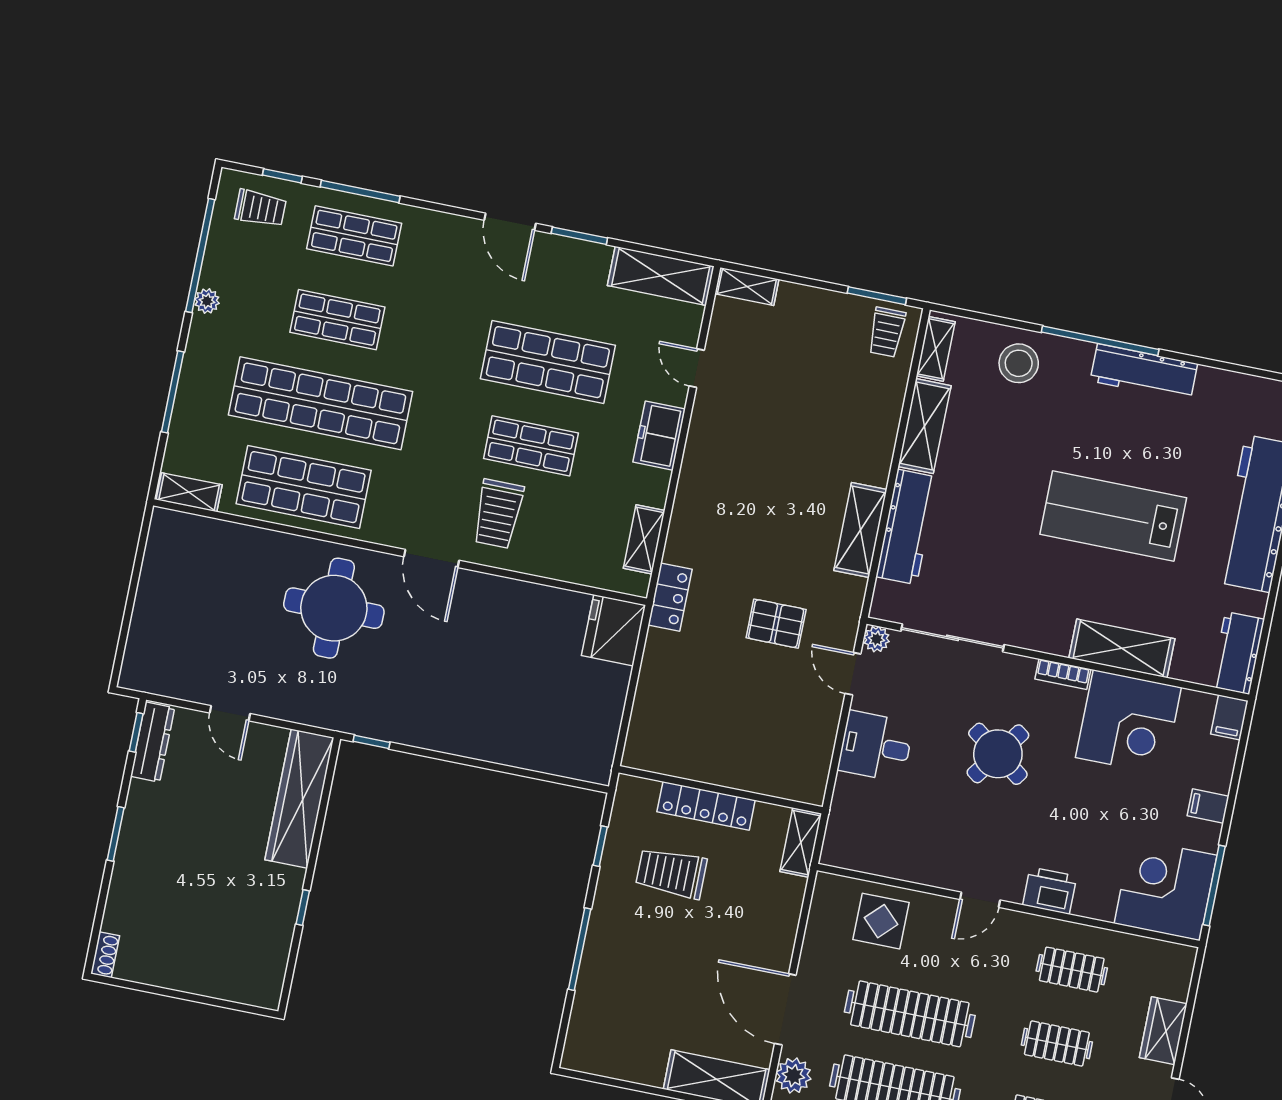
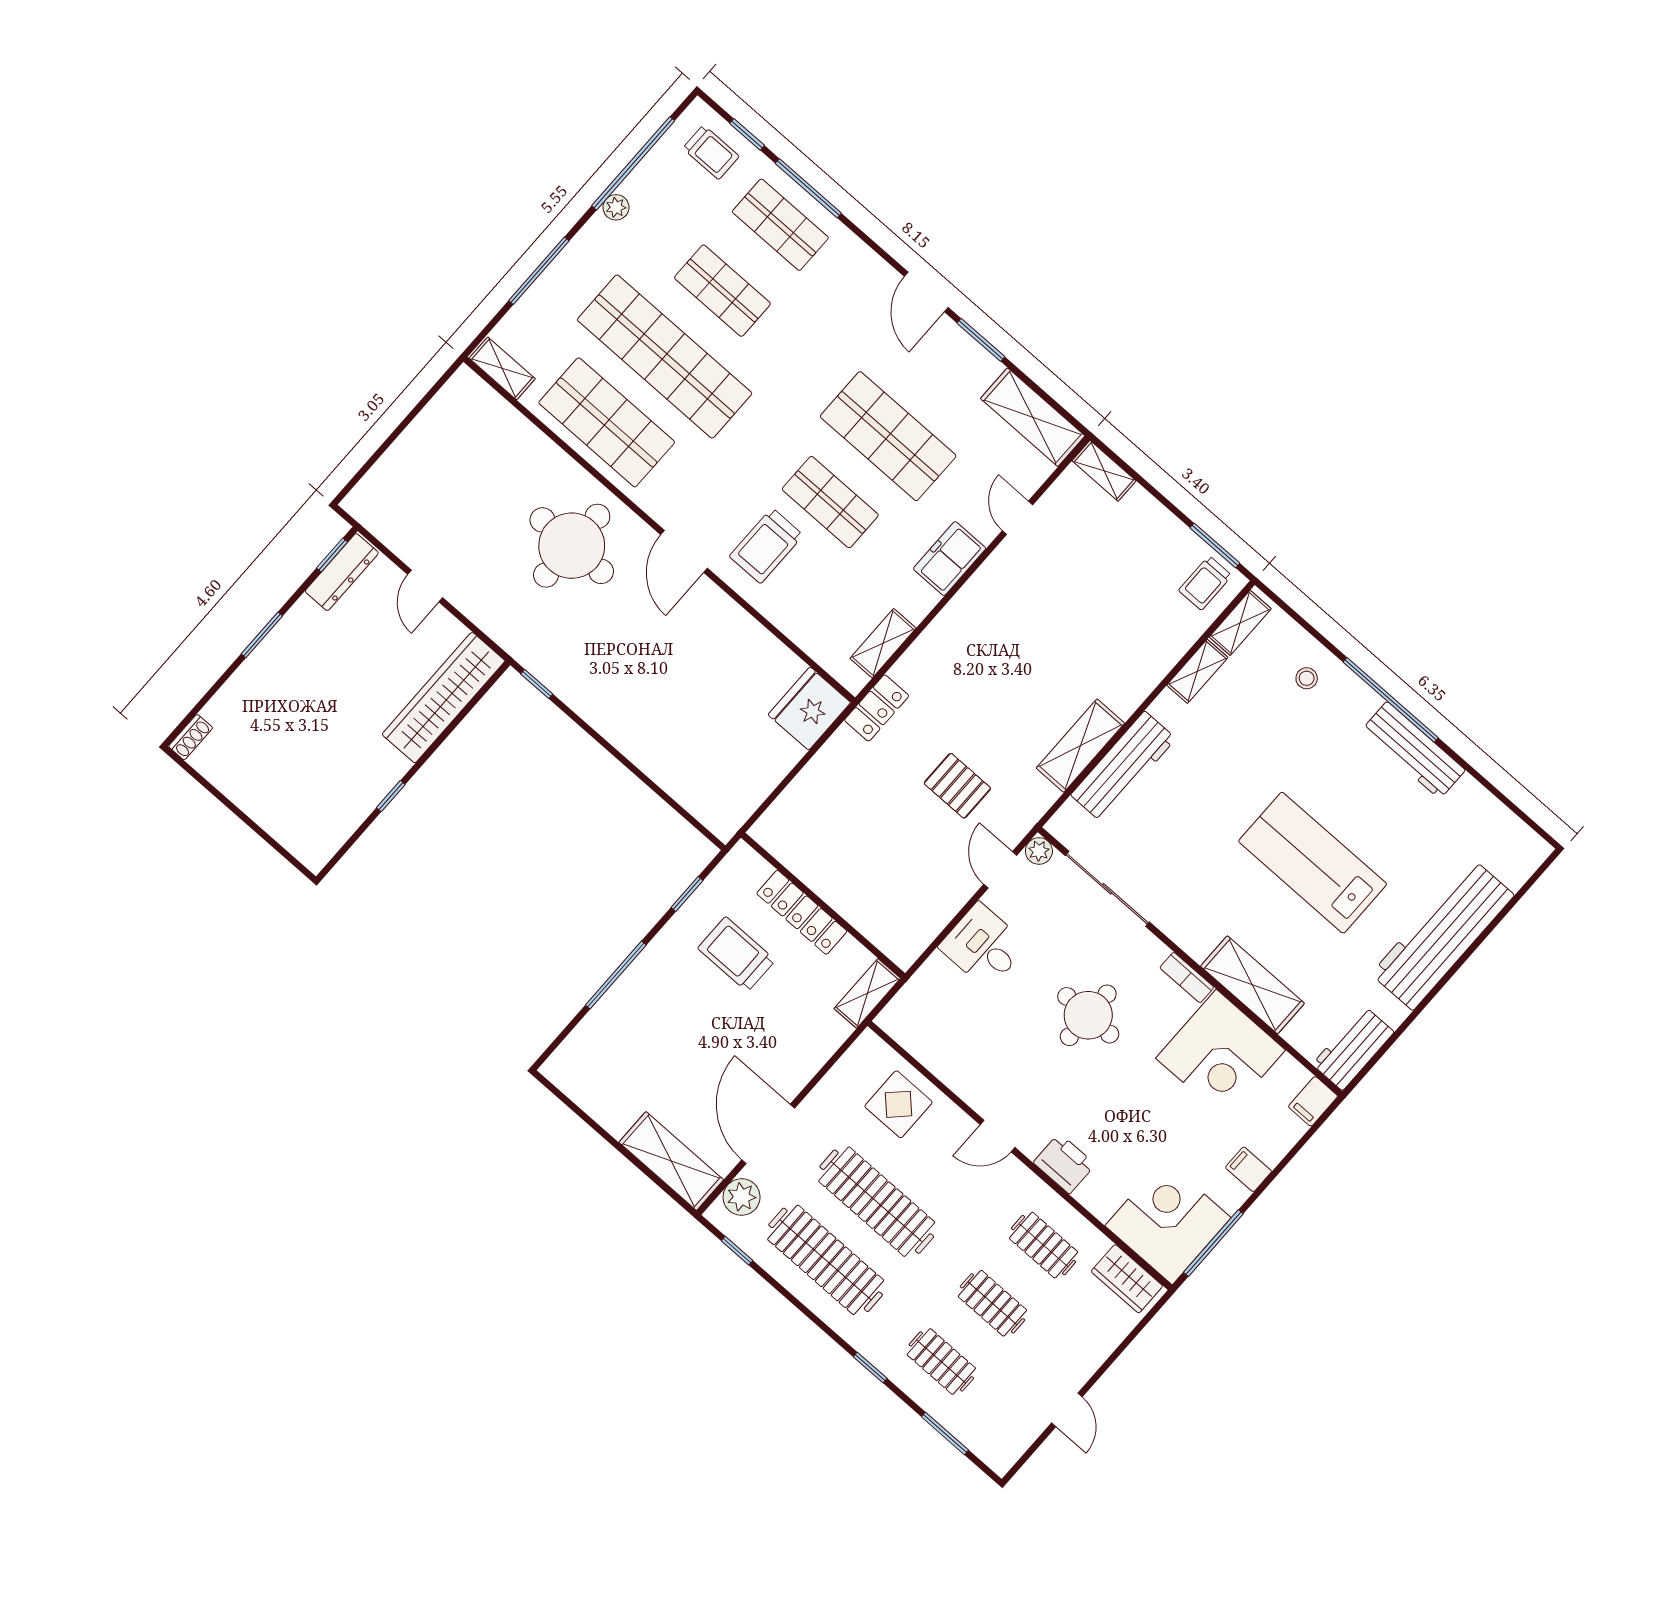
stool: (1019, 363) -> (1307, 678), width x0.53, depth x0.53
shelving: (924, 426) -> (1197, 671), width x0.67, depth x0.75
round table: (998, 754) -> (1088, 1015), turned -36
wardrobe: (1163, 1031) -> (1127, 1279), moved, turned -90

